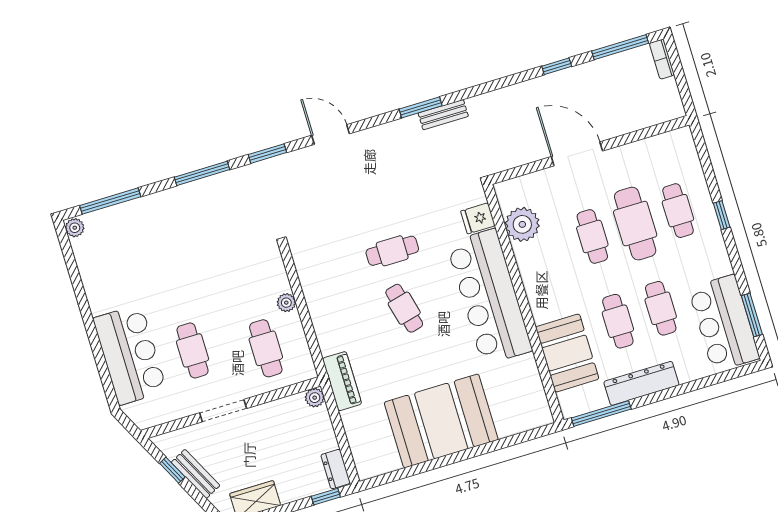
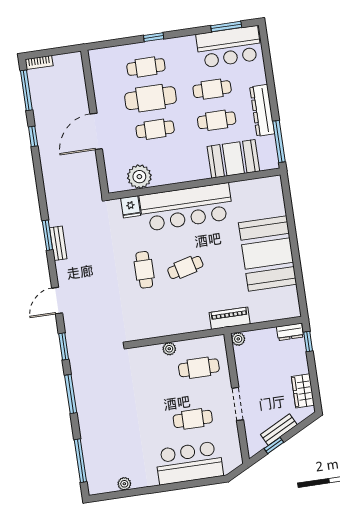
bench: (443, 115) -> (58, 243), moved
plant: (75, 228) -> (124, 484), moved

